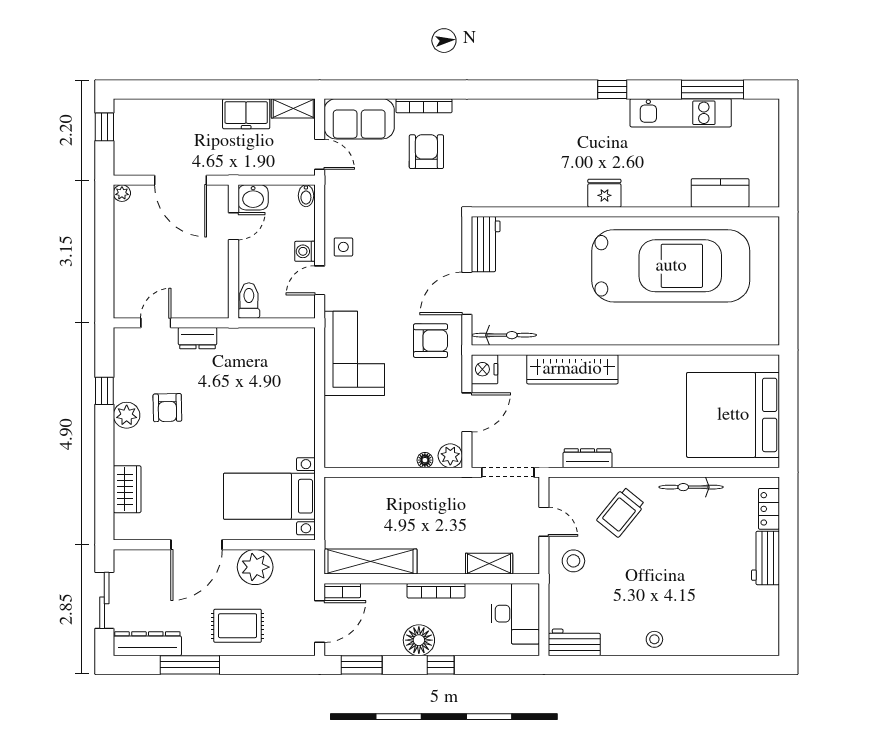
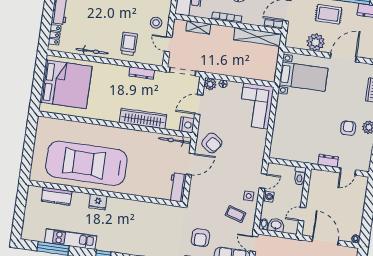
fridge: (604, 193) -> (98, 202), moved
washbasin: (253, 197) -> (276, 225), moved
coffee table: (364, 208) -> (236, 214), added
armchair: (430, 341) -> (212, 143), turned -144
corner sofa: (354, 353) -> (256, 106), moved
trolley: (621, 512) -> (129, 44), turned -39

